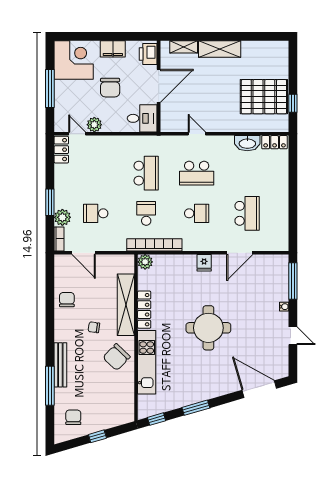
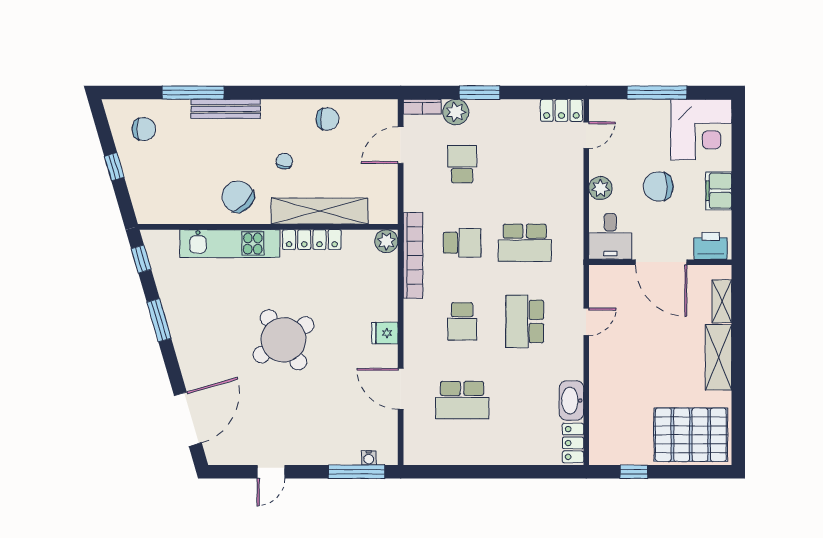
pallet: (264, 97) -> (691, 435), moved, turned 90
plant: (94, 125) -> (600, 188), moved
water cooler: (284, 307) -> (369, 458), moved
round table: (208, 328) -> (283, 340), turned -34

